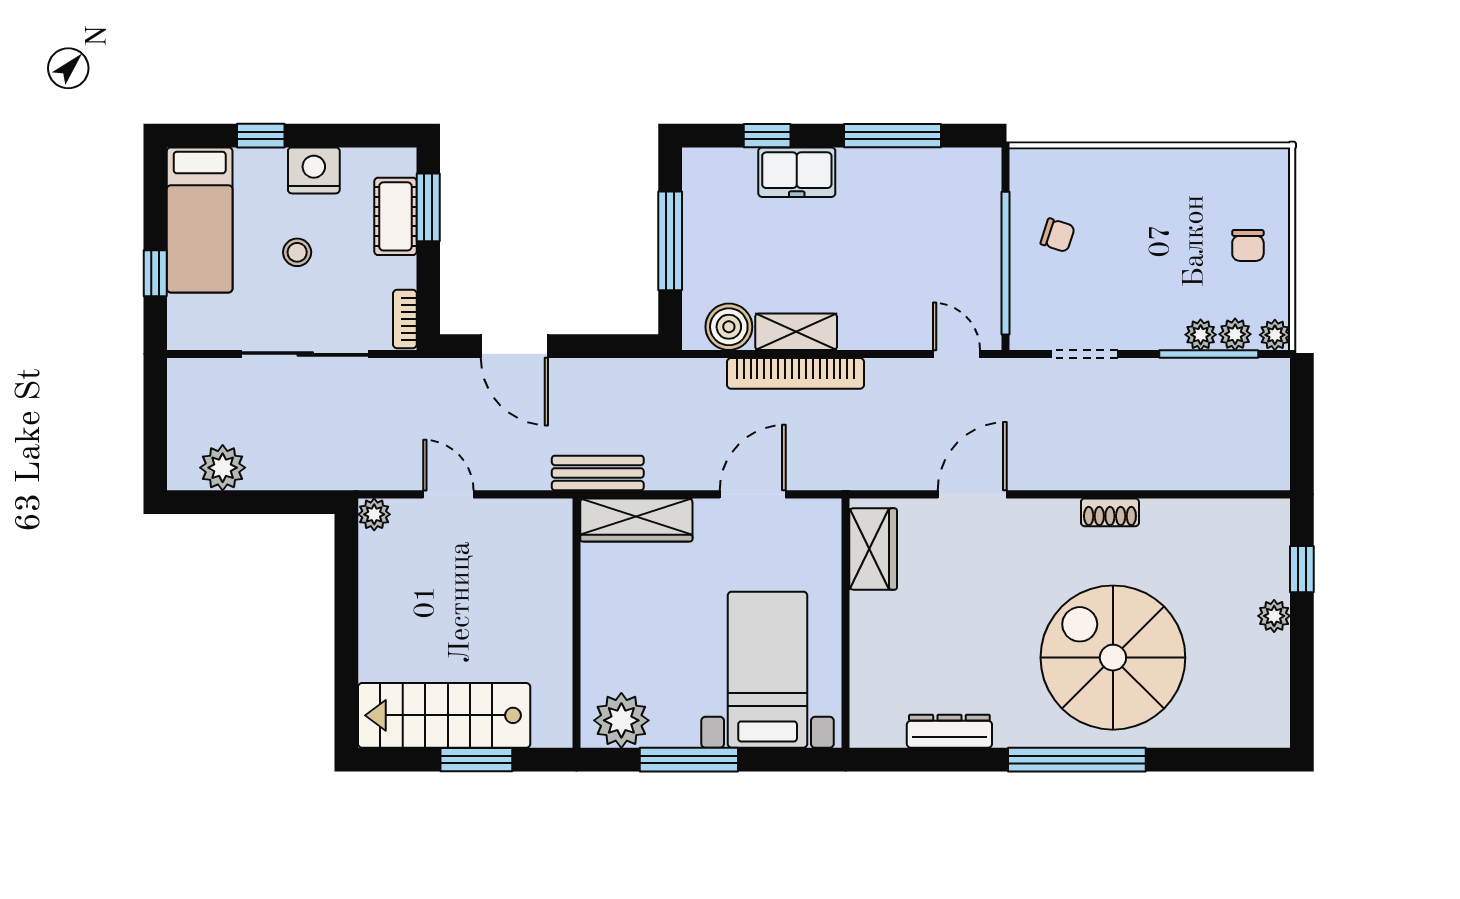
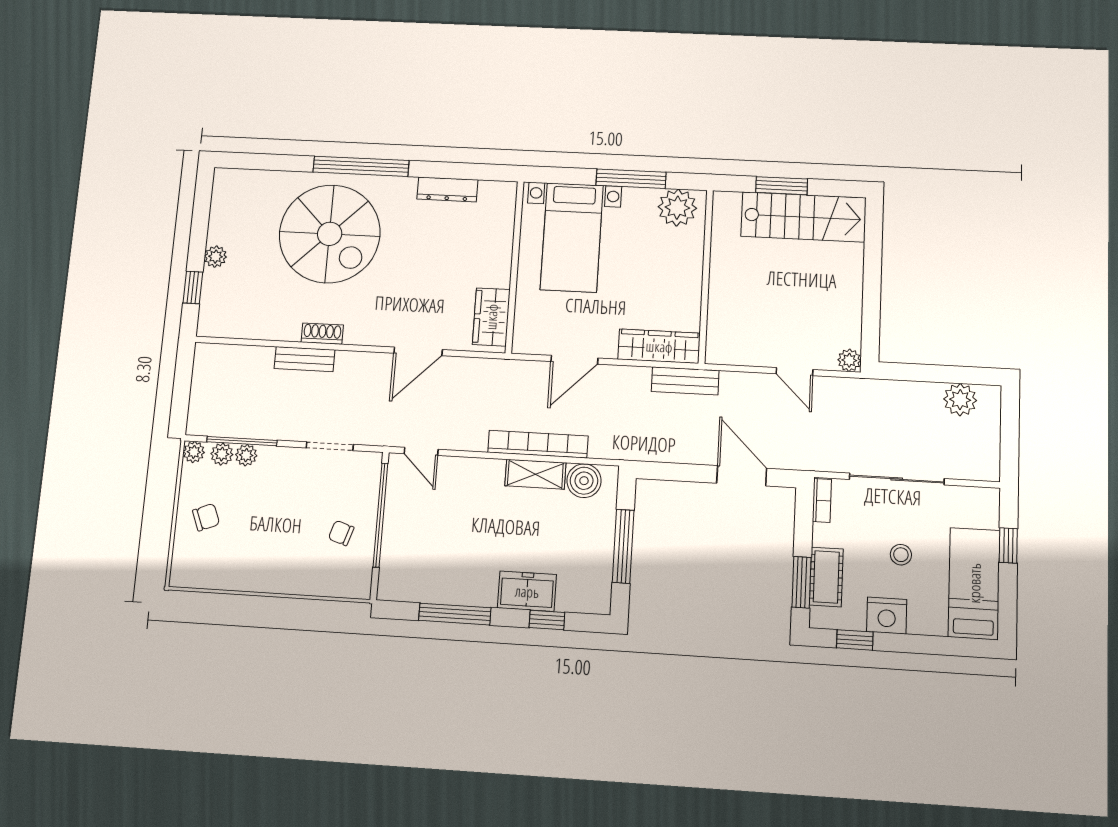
window: (261, 136) -> (855, 640), moved
chair: (1248, 245) -> (206, 517), turned 68
bench: (1132, 475) -> (305, 359), added

